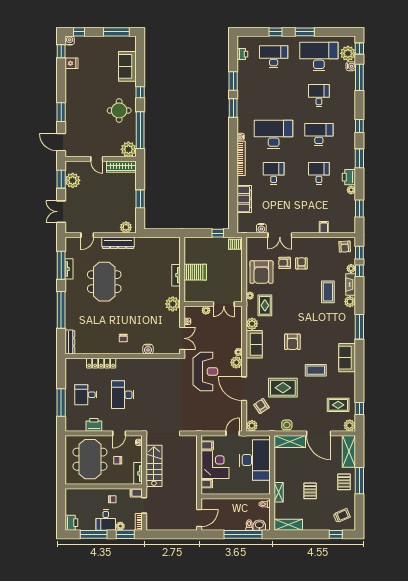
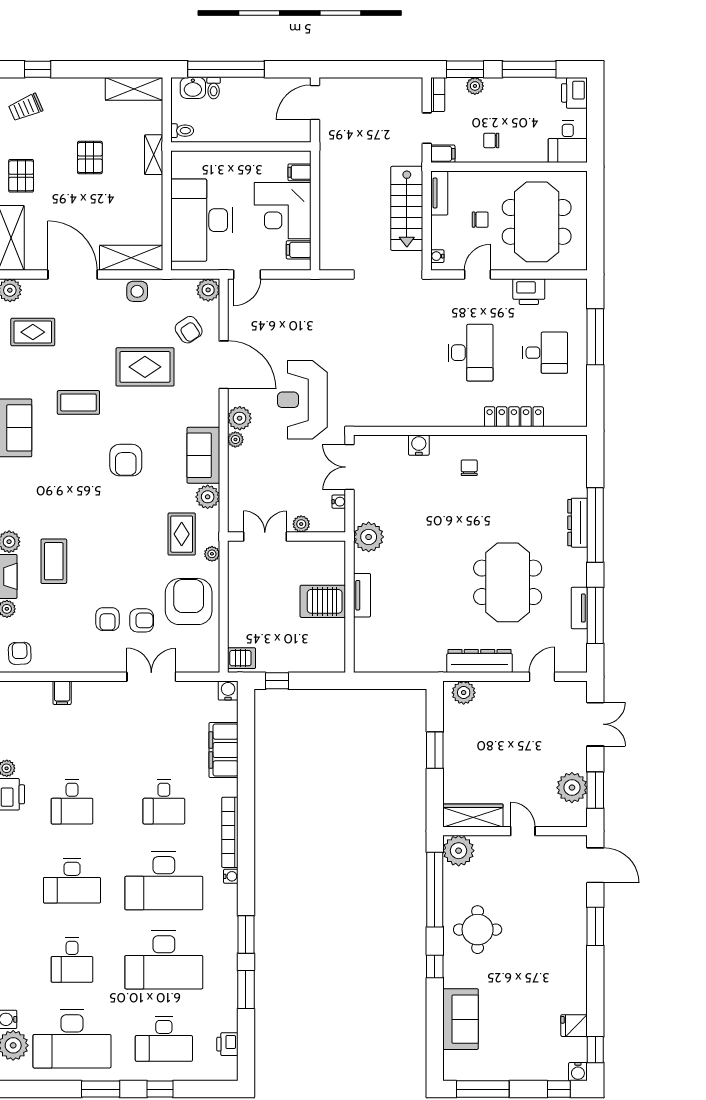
desk: (274, 96) -> (164, 960), added
water cooler: (261, 228) -> (228, 690), moved
dresser: (70, 342) -> (578, 523), moved
armchair: (292, 342) -> (126, 460), turned 180
desk: (106, 520) -> (568, 142), moved, turned 180

